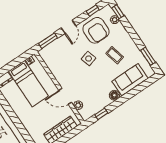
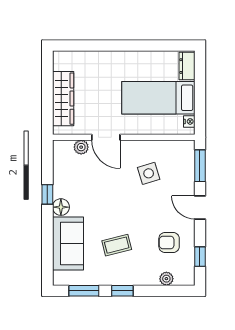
window: (118, 12) -> (122, 291), moved
armchair: (96, 30) -> (169, 242), width x0.53, depth x0.53
side table: (89, 59) -> (149, 173), moved
door: (65, 96) -> (106, 137), swing flipped
window: (101, 114) -> (47, 194), moved

